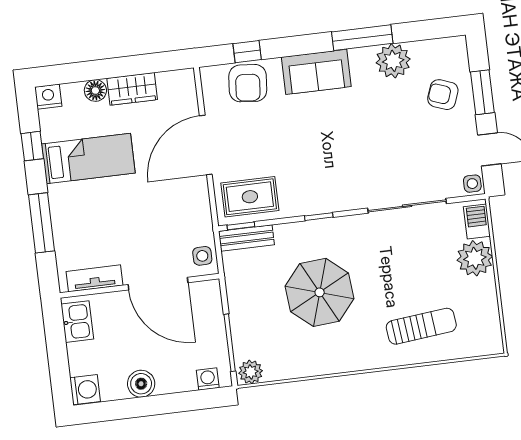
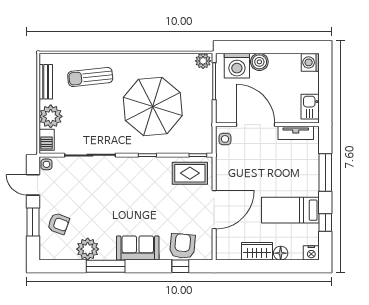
bench: (246, 238) -> (46, 82), moved, turned 90
parasol: (320, 292) -> (153, 107), width x1.36, depth x1.36
washing machine: (208, 379) -> (237, 66), width x1.89, depth x1.89
boiler: (141, 384) -> (259, 62), moved

